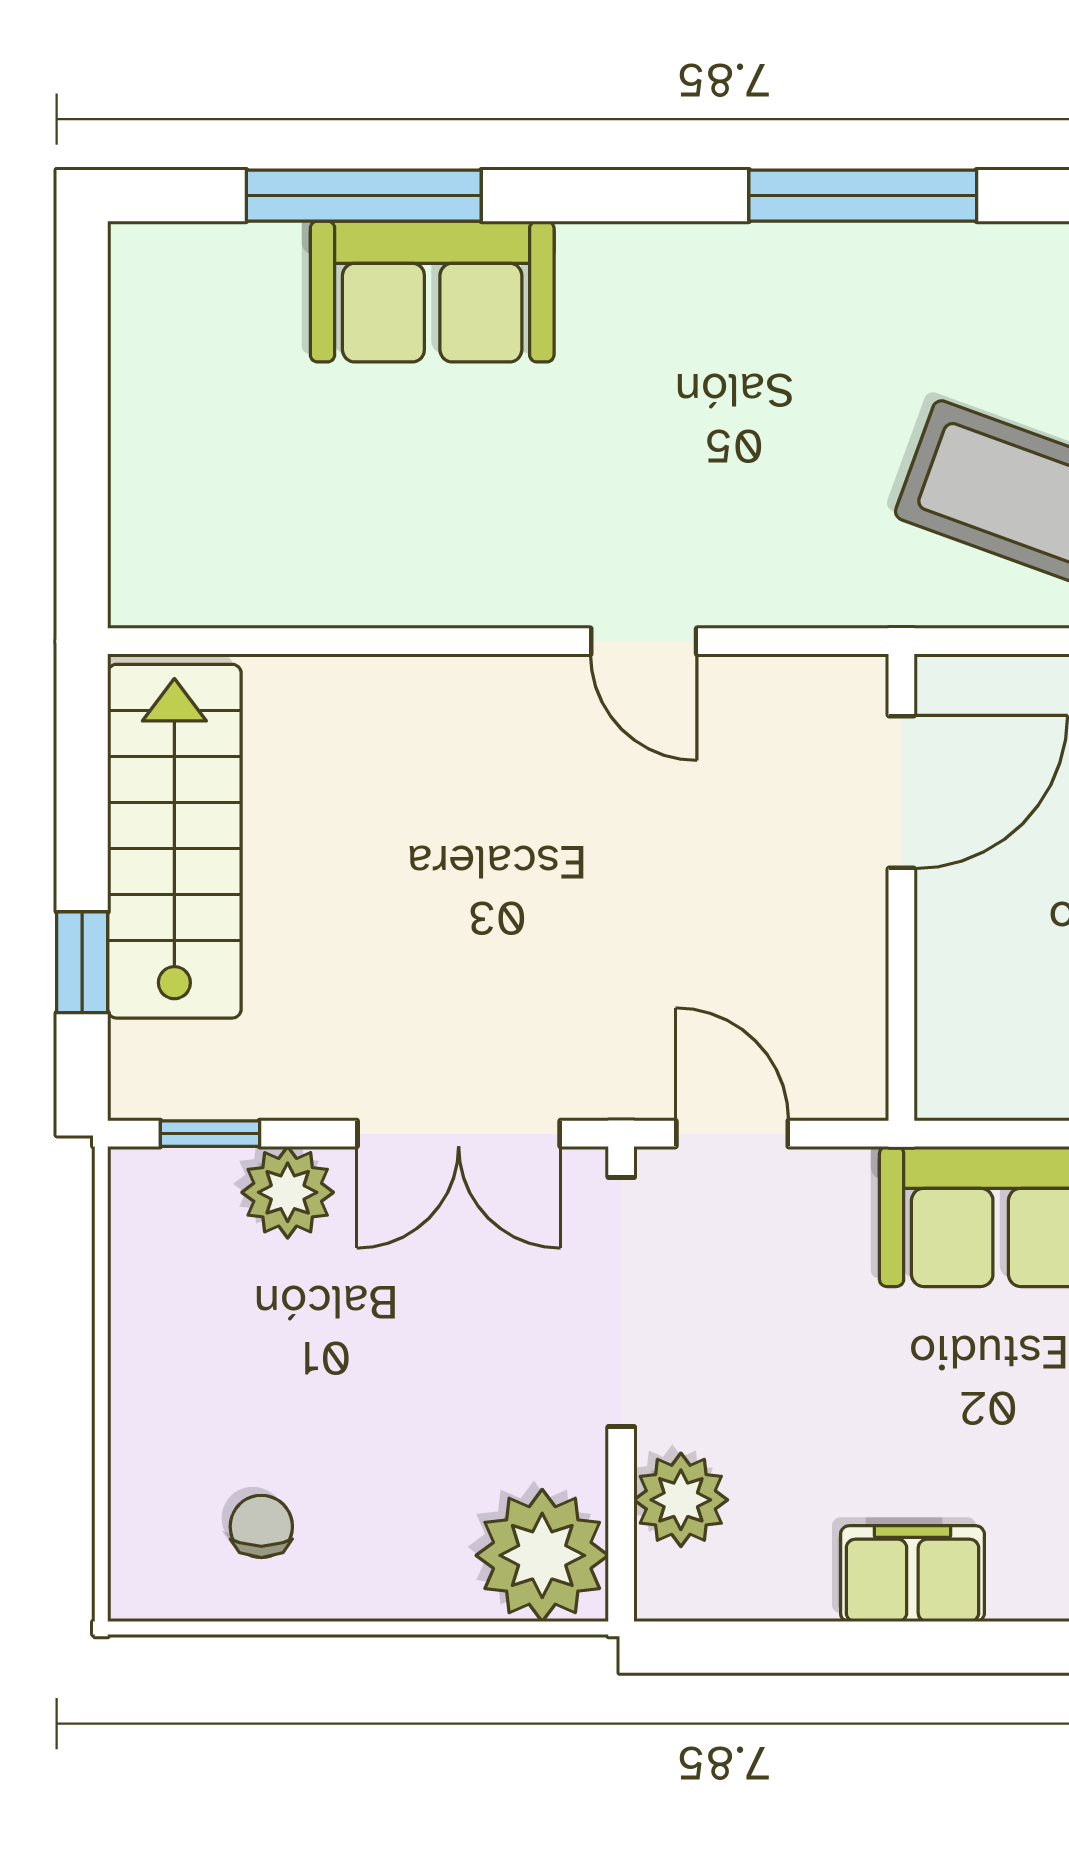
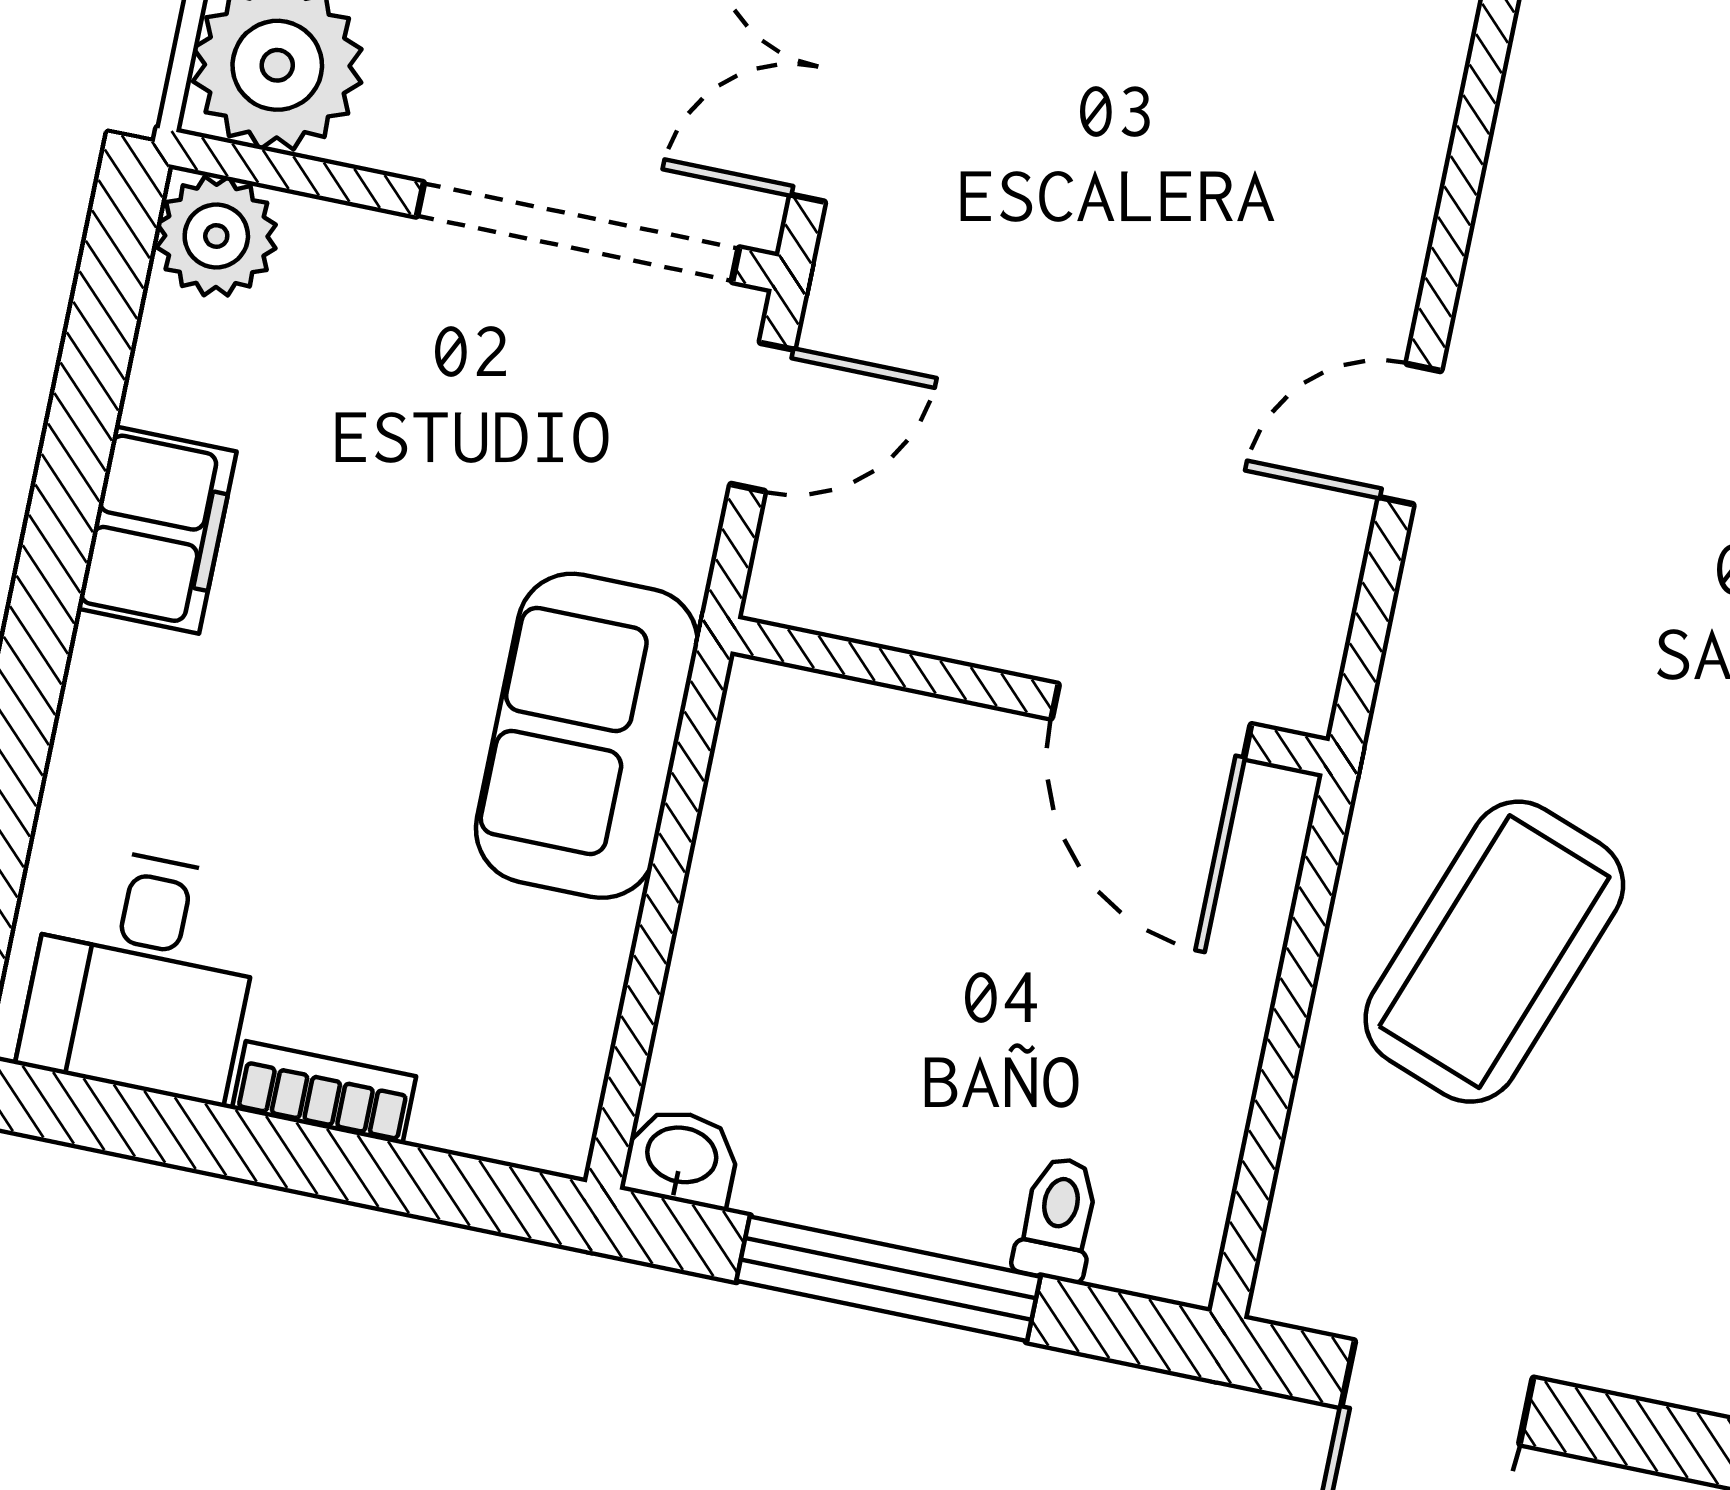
plant: (681, 1500) -> (216, 236), moved

